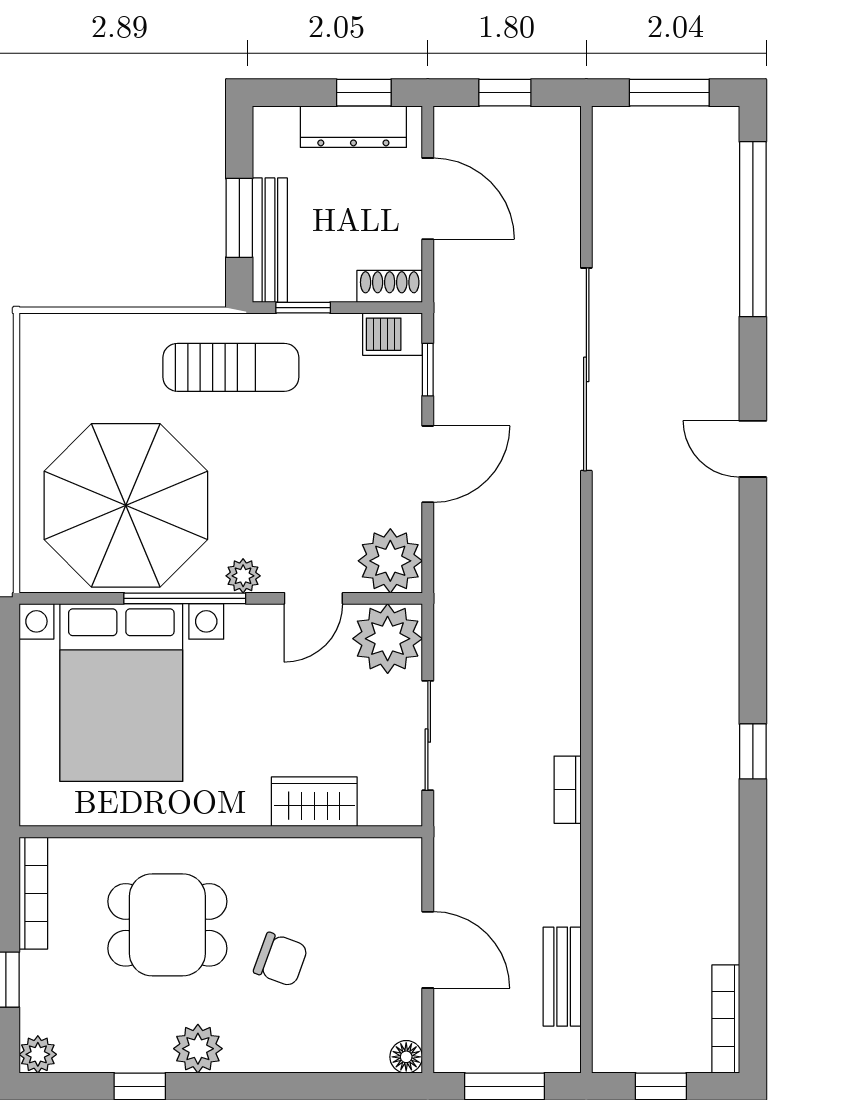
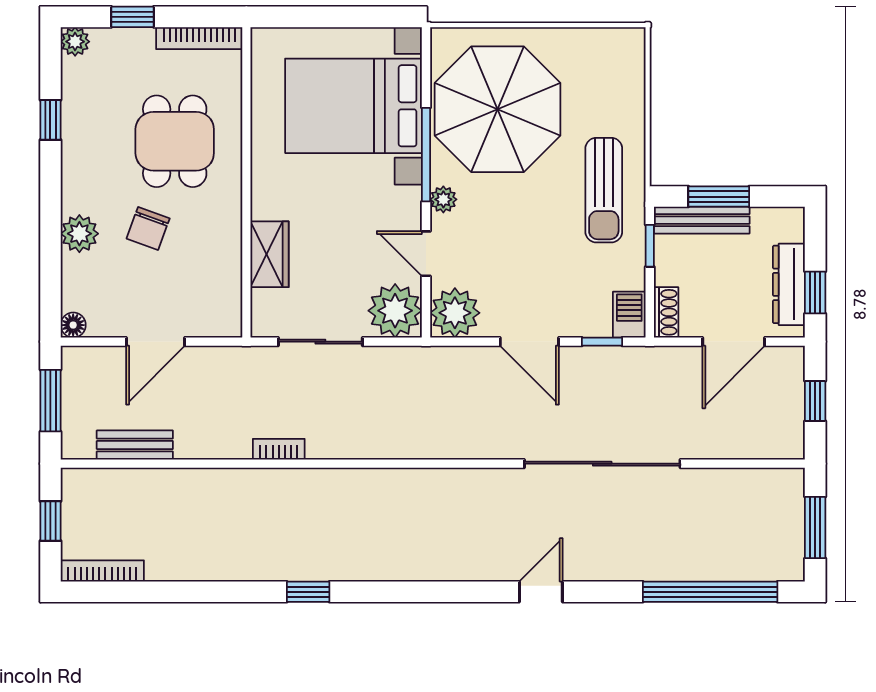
plant: (198, 1049) -> (79, 234), moved

